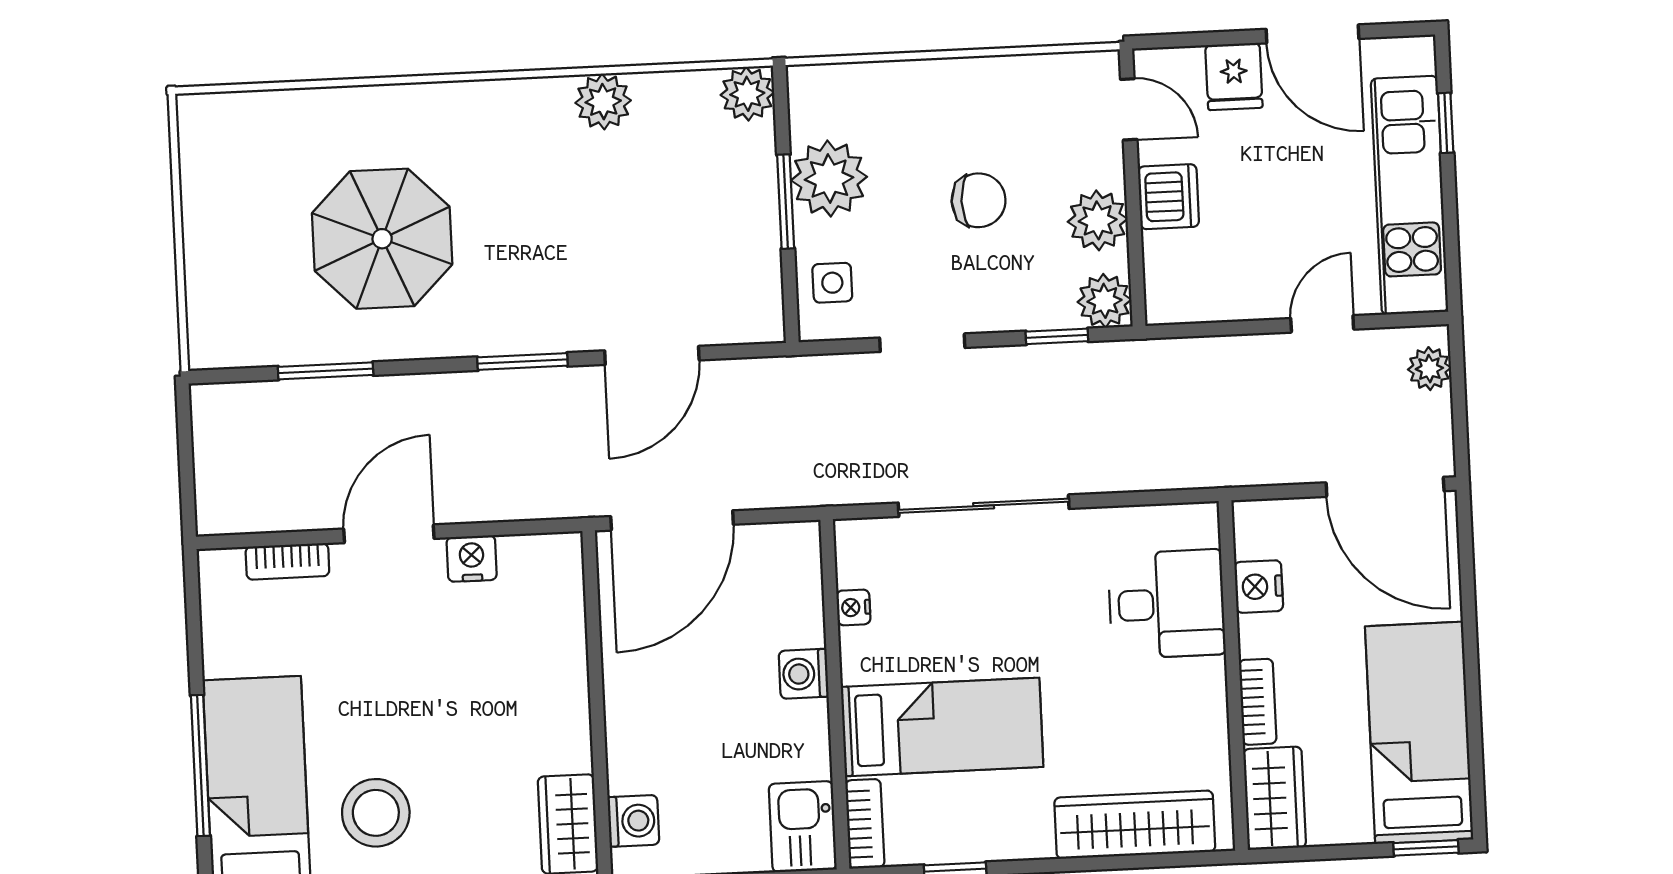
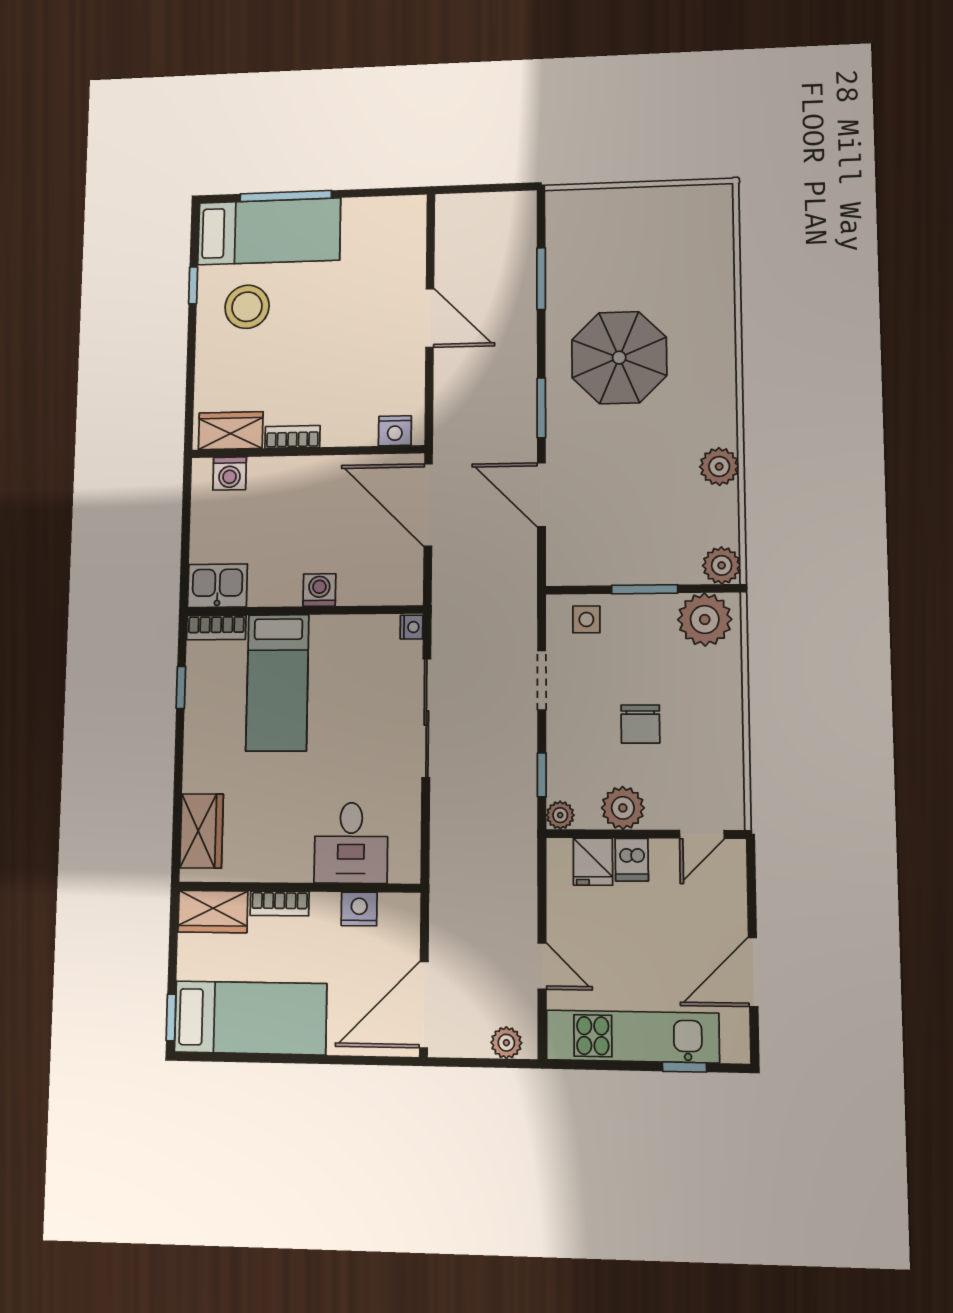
fridge: (1234, 76) -> (593, 862), moved, turned -90
plant: (829, 179) -> (705, 619), moved
dishwasher: (1168, 197) -> (632, 860), width x0.73
parasol: (382, 239) -> (619, 358), moved
plant: (1104, 301) -> (560, 815), width x0.73, depth x0.73
nightstand: (472, 559) -> (395, 431), moved, turned 90
bookcase: (287, 561) -> (292, 437), moved, turned 90
nightstand: (853, 607) -> (412, 627), moved, turned 90
wardrobe: (1135, 825) -> (202, 831), width x0.67

